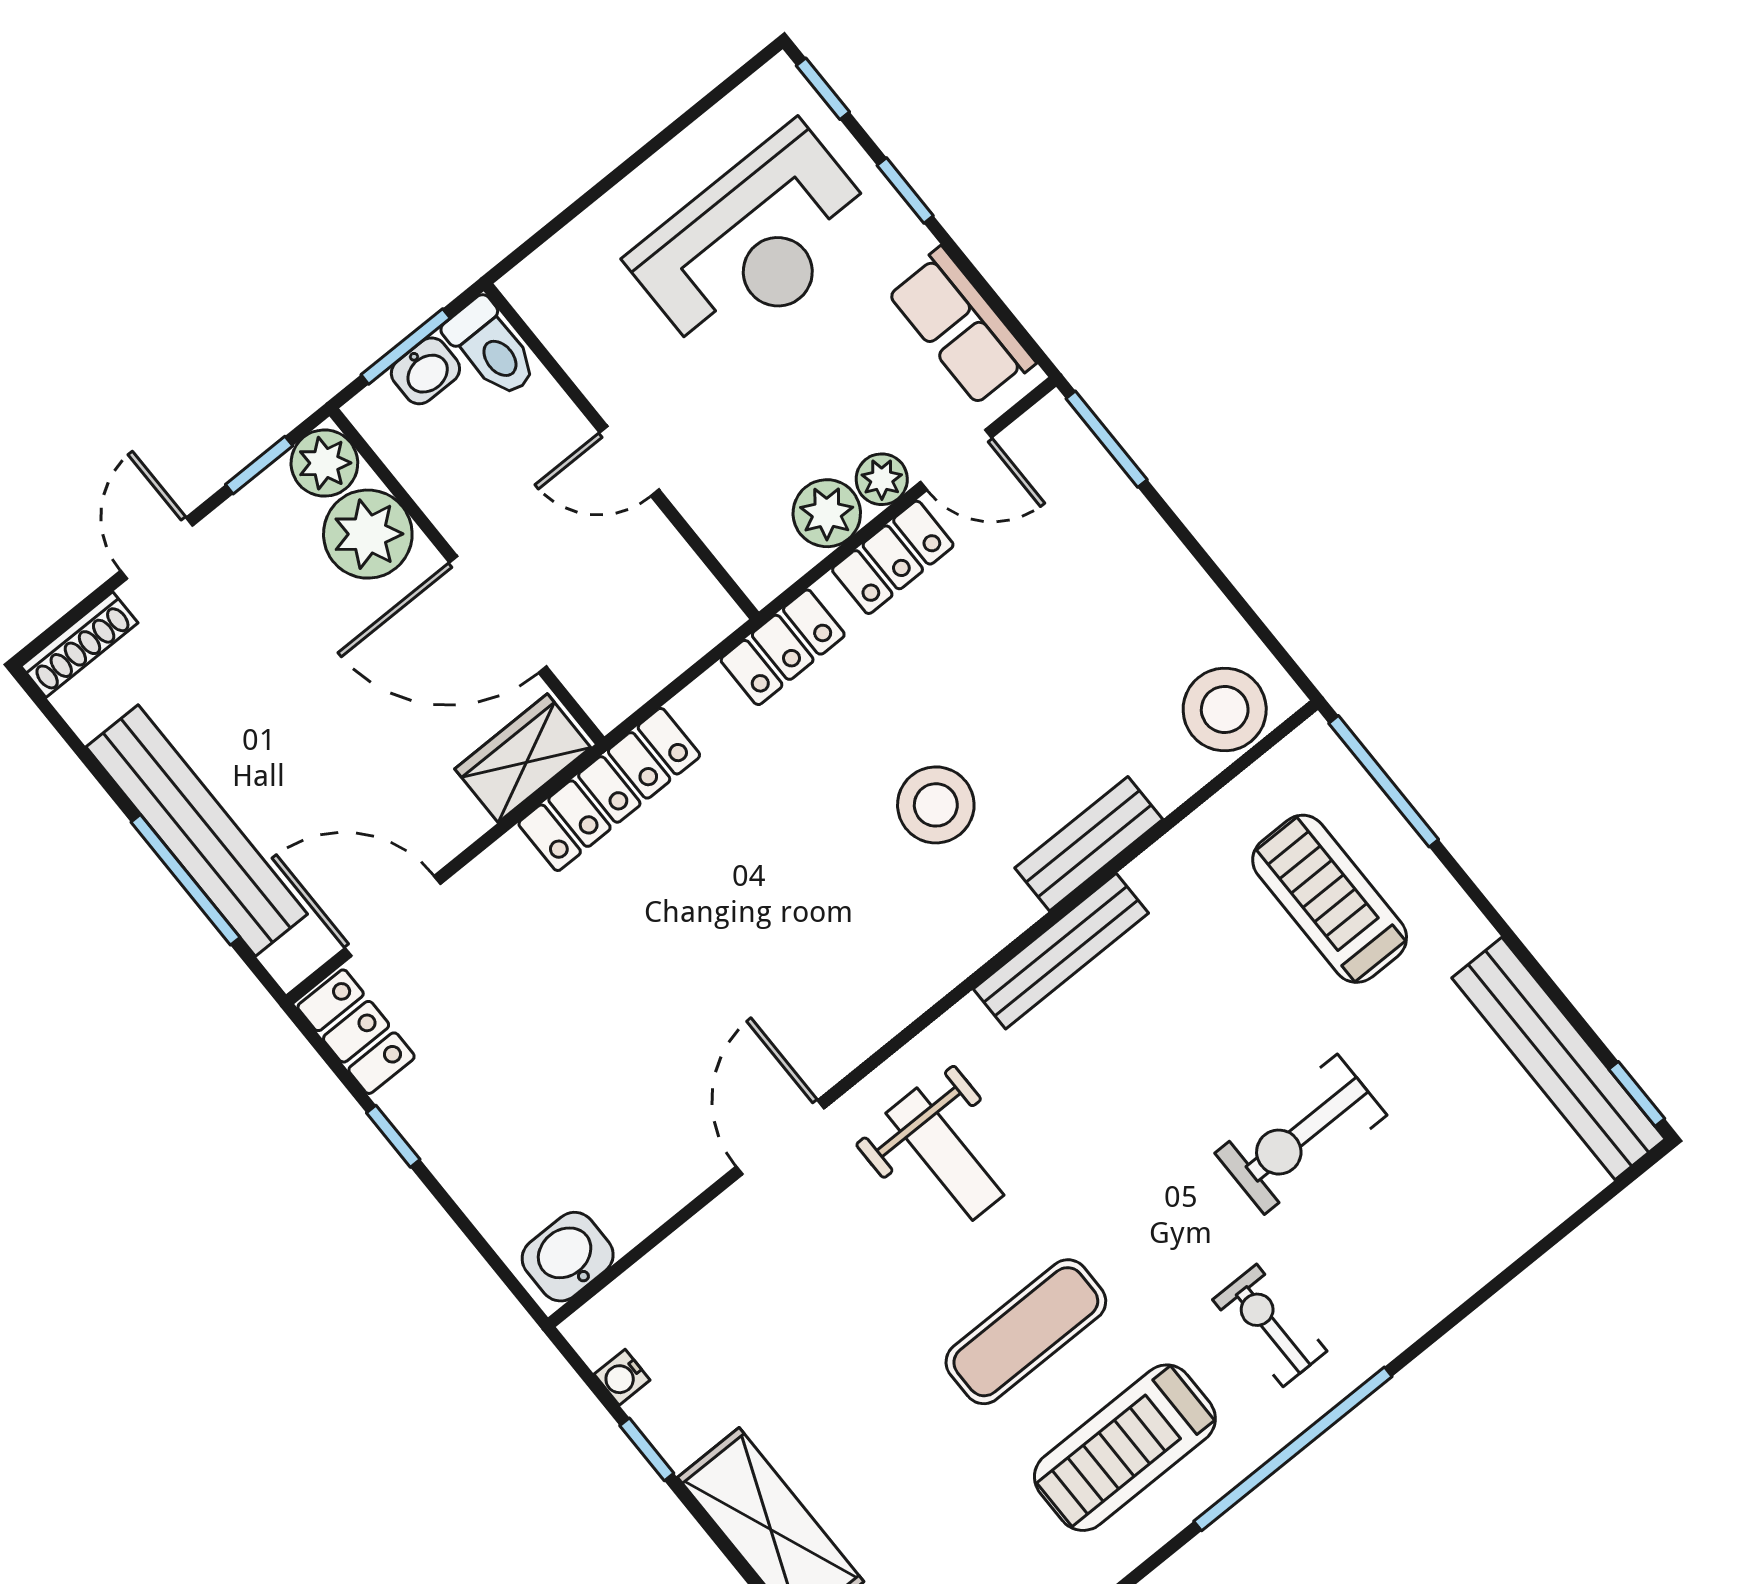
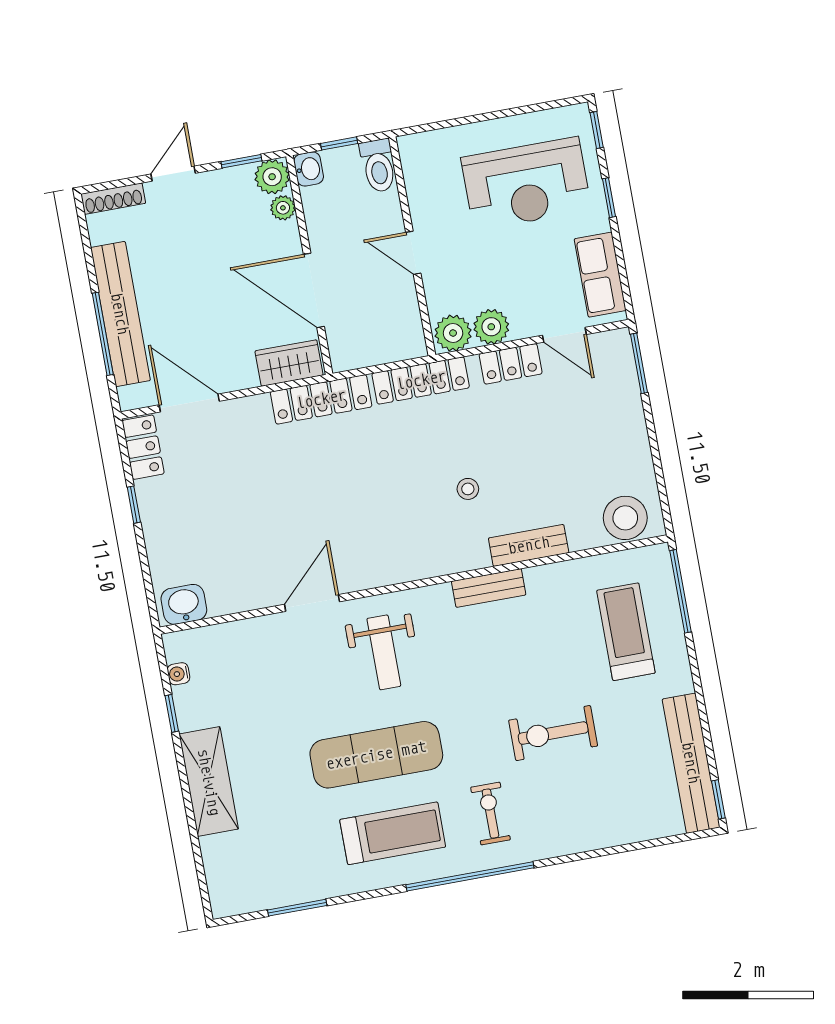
window: (406, 346) -> (339, 143), width x0.67
washbasin: (425, 371) -> (309, 169), moved, turned -90
plant: (882, 479) -> (453, 333), moved, width x1.38, depth x1.38
plant: (368, 534) -> (283, 208), width x0.53, depth x0.53
locker: (783, 647) -> (421, 380), width x1.53
stool: (936, 805) -> (468, 489), width x0.53, depth x0.53
bench: (1061, 951) -> (489, 588), width x0.73
exercise mat: (1026, 1332) -> (376, 755), width x1.36, depth x1.45
treadmill: (1125, 1448) -> (393, 833), turned 180

